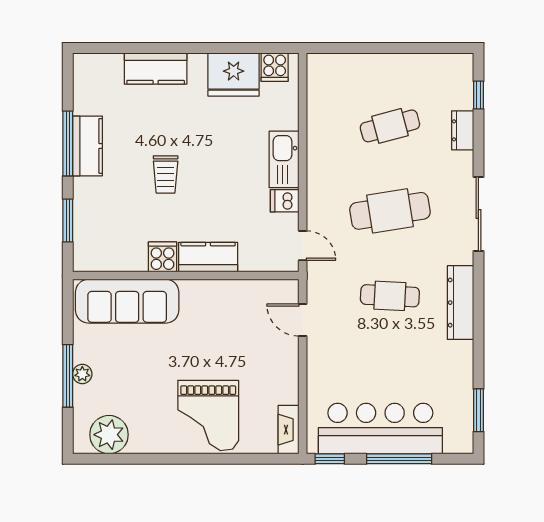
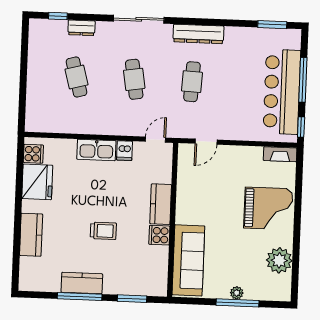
cafe table: (390, 211) -> (134, 79), width x0.73, depth x0.74
plant: (109, 435) -> (279, 260), moved

